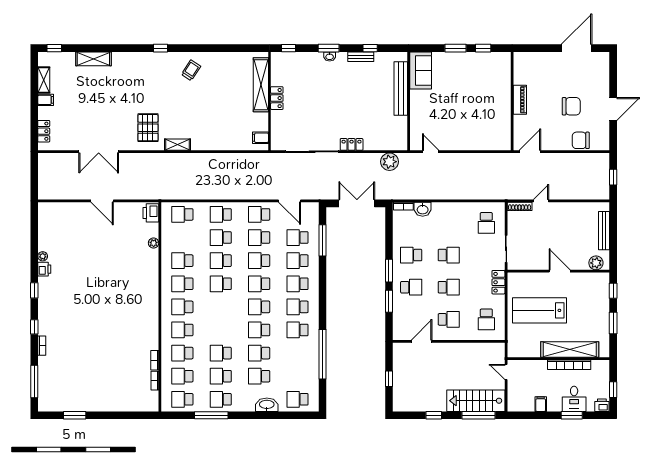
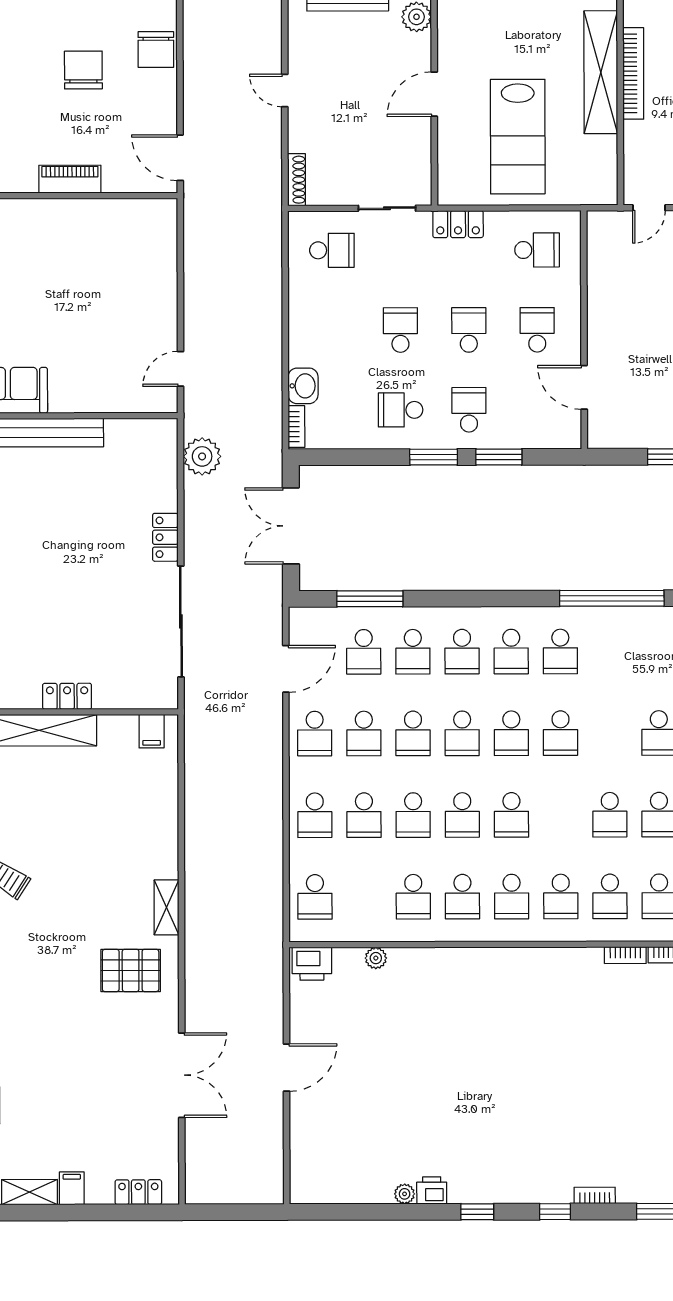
door: (541, 201) -> (285, 90), moved
school desk: (411, 255) -> (401, 410), turned 90
school desk: (259, 353) -> (511, 815), moved

